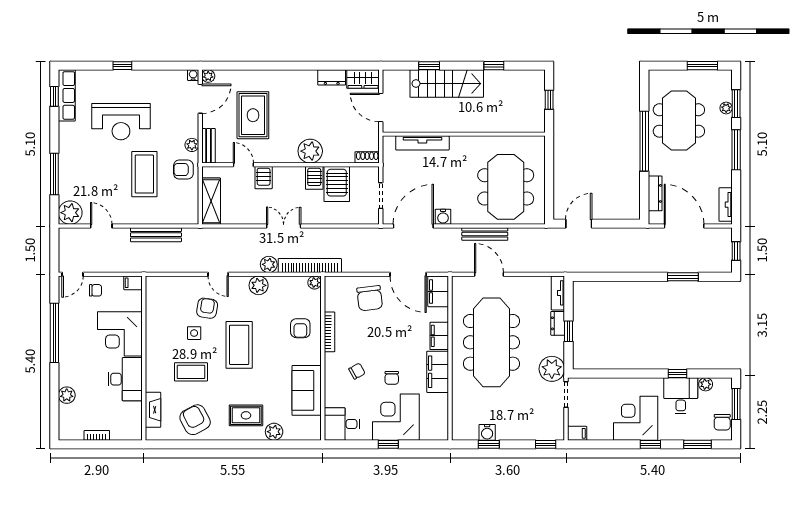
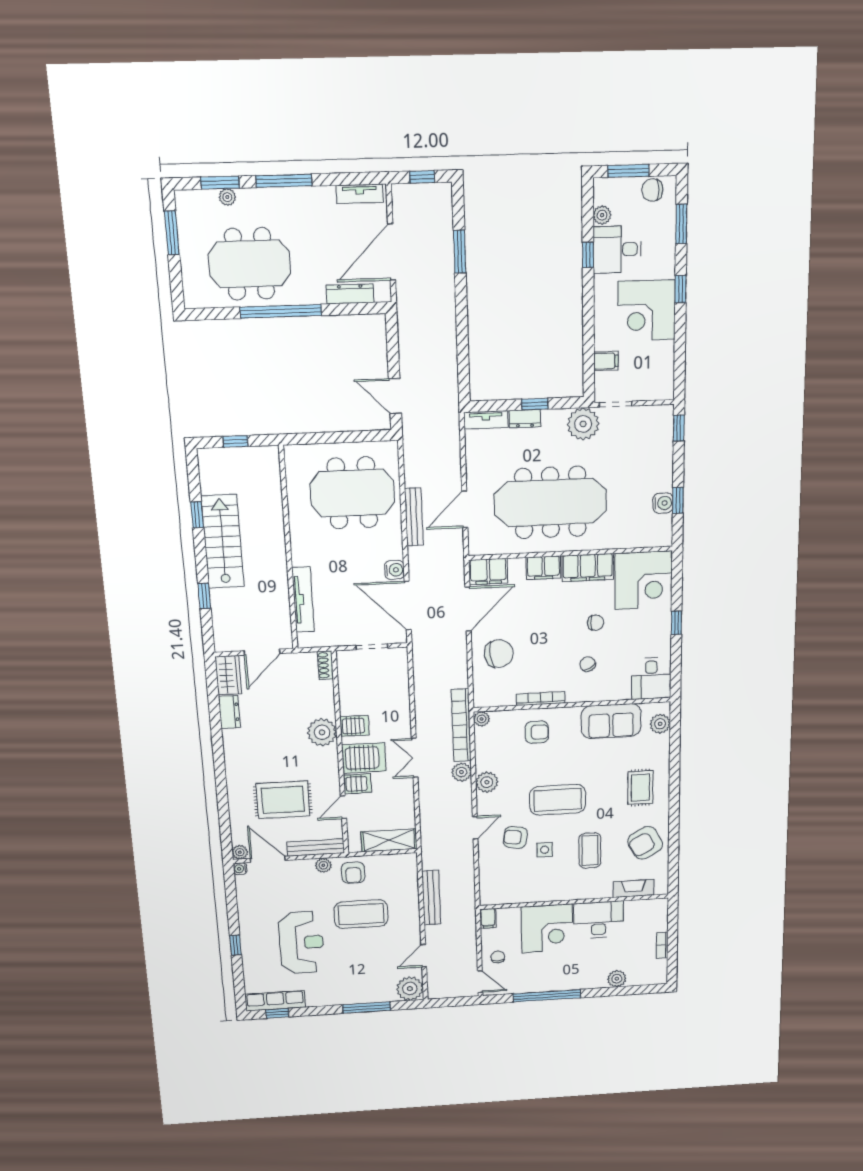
stairs: (447, 84) -> (223, 542), moved
bench: (208, 146) -> (316, 847), width x1.36
server rack: (337, 184) -> (364, 758), moved
corner desk: (396, 417) -> (644, 580), moved, turned -90
chair: (722, 422) -> (652, 190), turned 180
plant: (274, 432) -> (660, 724), moved
filing cabinet: (577, 433) -> (606, 361), moved, turned 90

